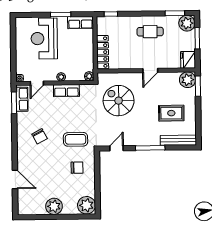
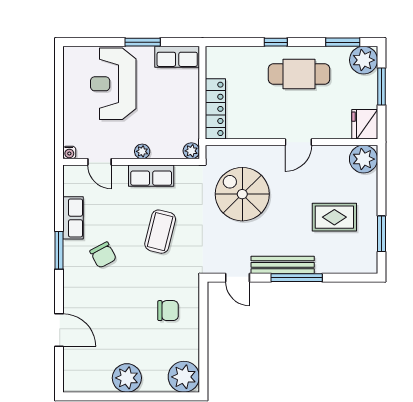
window: (111, 14) -> (276, 42), moved
cafe table: (150, 32) -> (299, 74), width x1.37, depth x1.35
door: (37, 83) -> (99, 162), hinge flipped
window: (198, 86) -> (381, 234), moved
row of seats: (22, 99) -> (73, 218), moved
window: (14, 103) -> (59, 250), moved
coffee table: (76, 139) -> (160, 232), moved, turned -76
bench: (178, 140) -> (283, 265), moved
door: (116, 148) -> (238, 278), swing flipped

